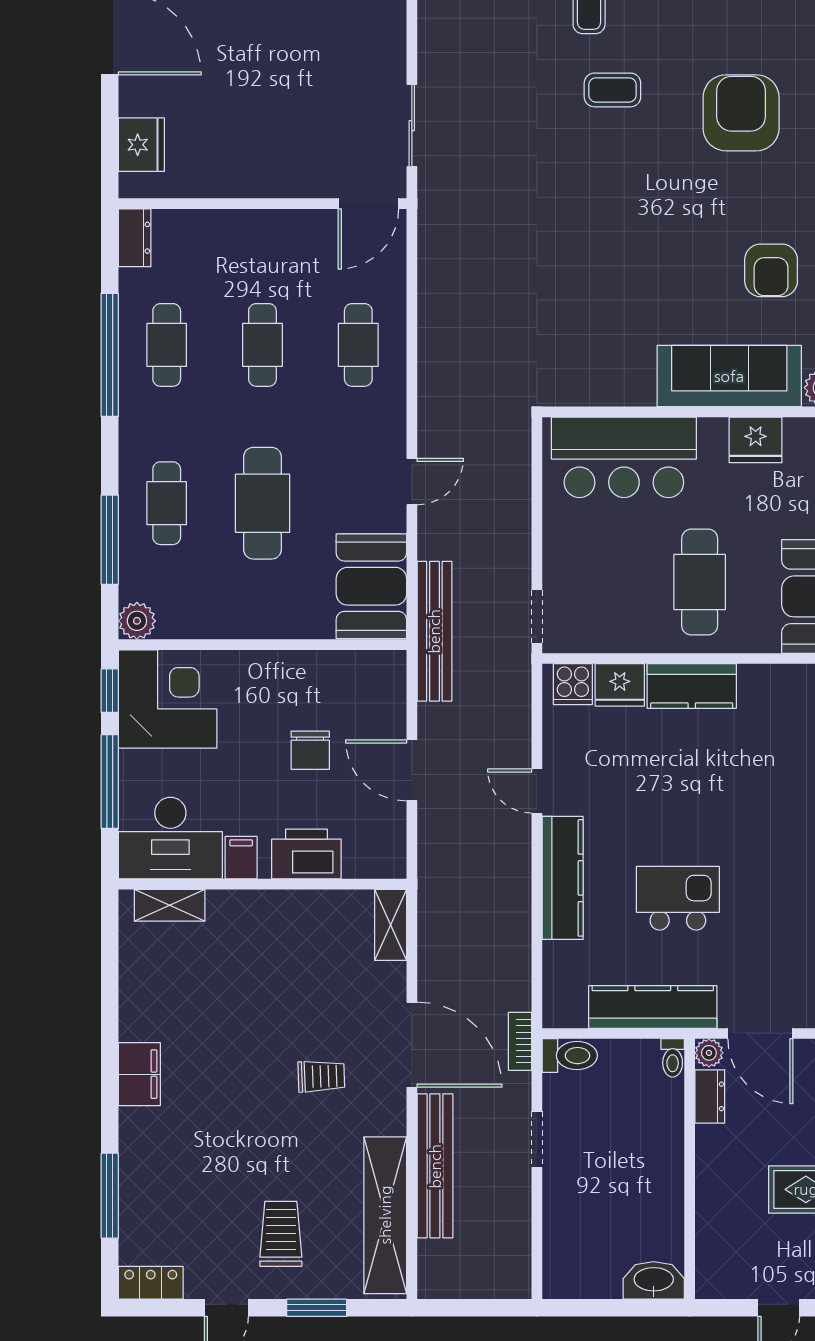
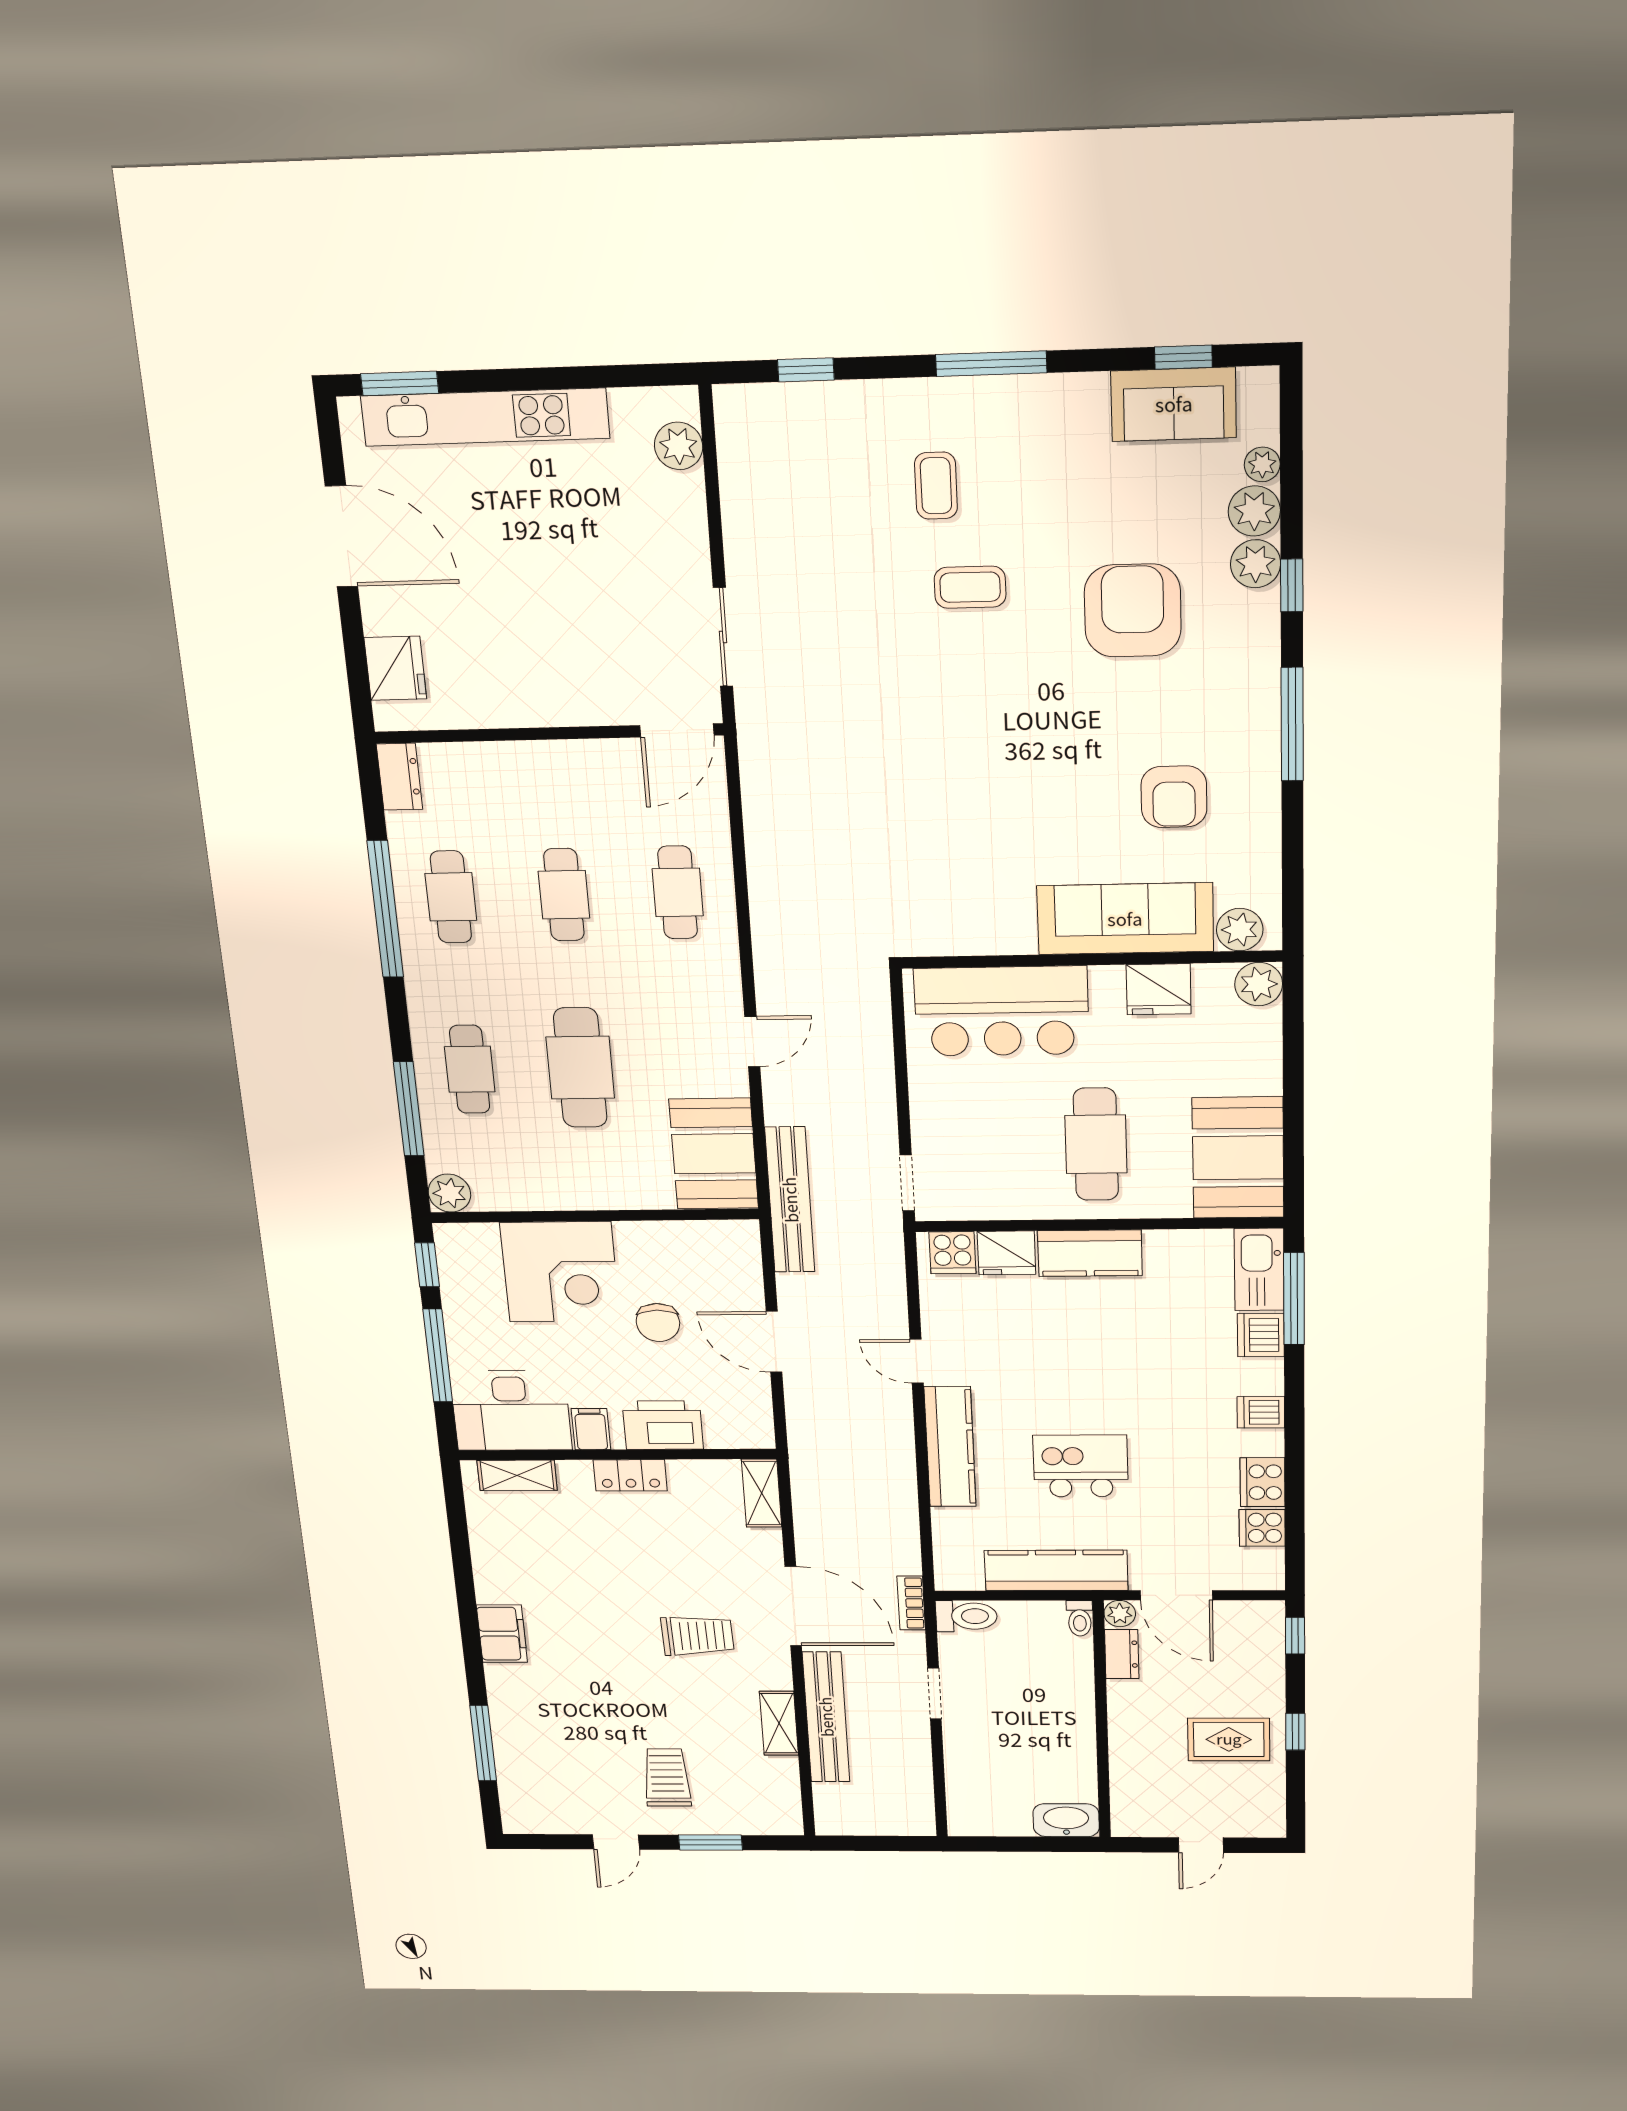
corner desk: (168, 699) -> (560, 1272), moved, turned 90
trolley: (321, 1076) -> (697, 1636), width x1.36, depth x1.39
shelving: (385, 1215) -> (779, 1723), width x0.45, depth x0.75
locker: (151, 1283) -> (630, 1475), moved, turned 180

